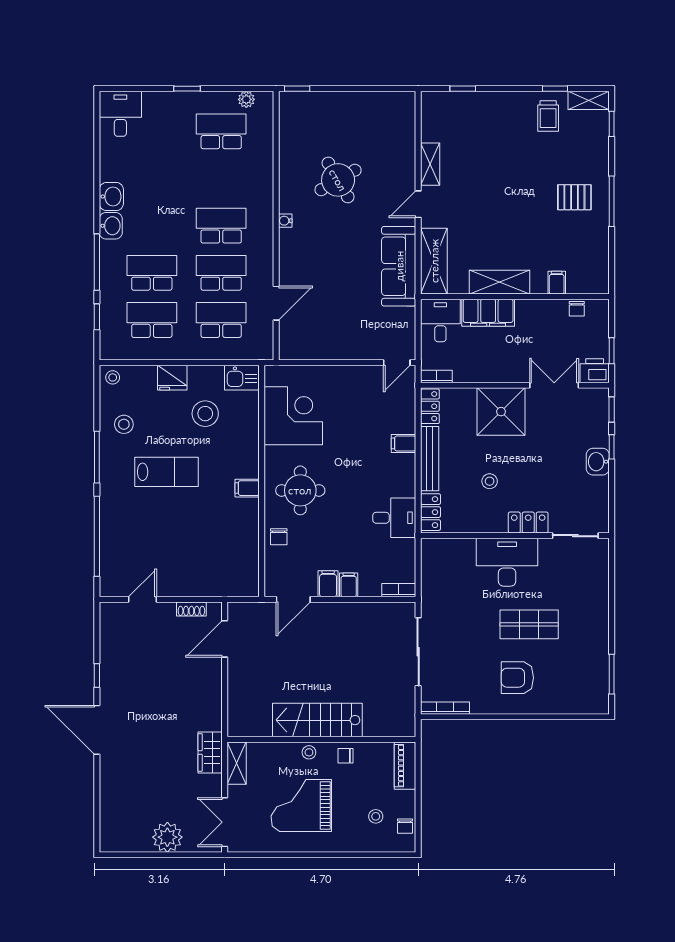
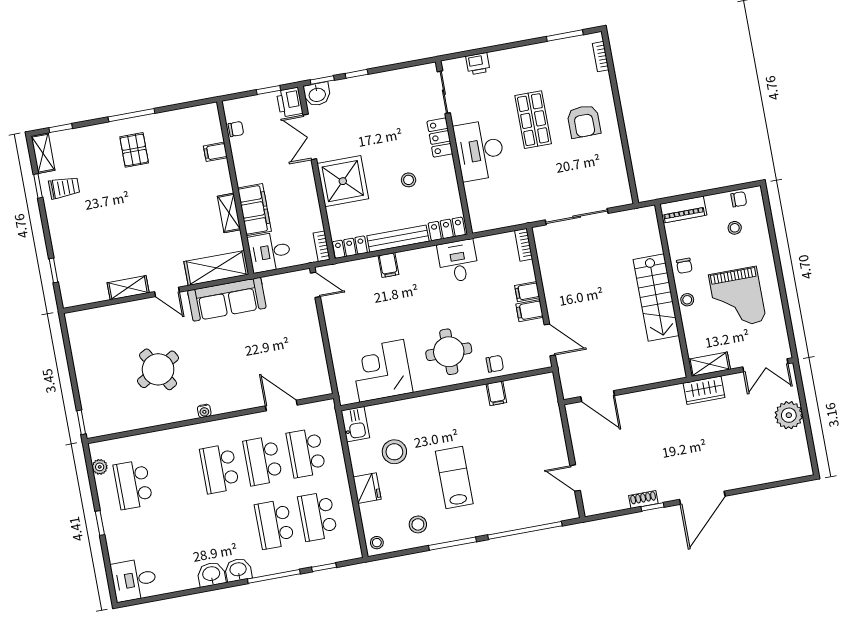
shelving: (500, 282) -> (229, 213), width x0.67, depth x0.75
washbasin: (598, 462) -> (317, 94), moved
filing cabinet: (247, 488) -> (496, 393), moved
printer: (599, 577) -> (478, 64), added
shoe rack: (191, 609) -> (643, 499), moved, turned -90
bookcase: (445, 708) -> (601, 57), moved, width x0.64

